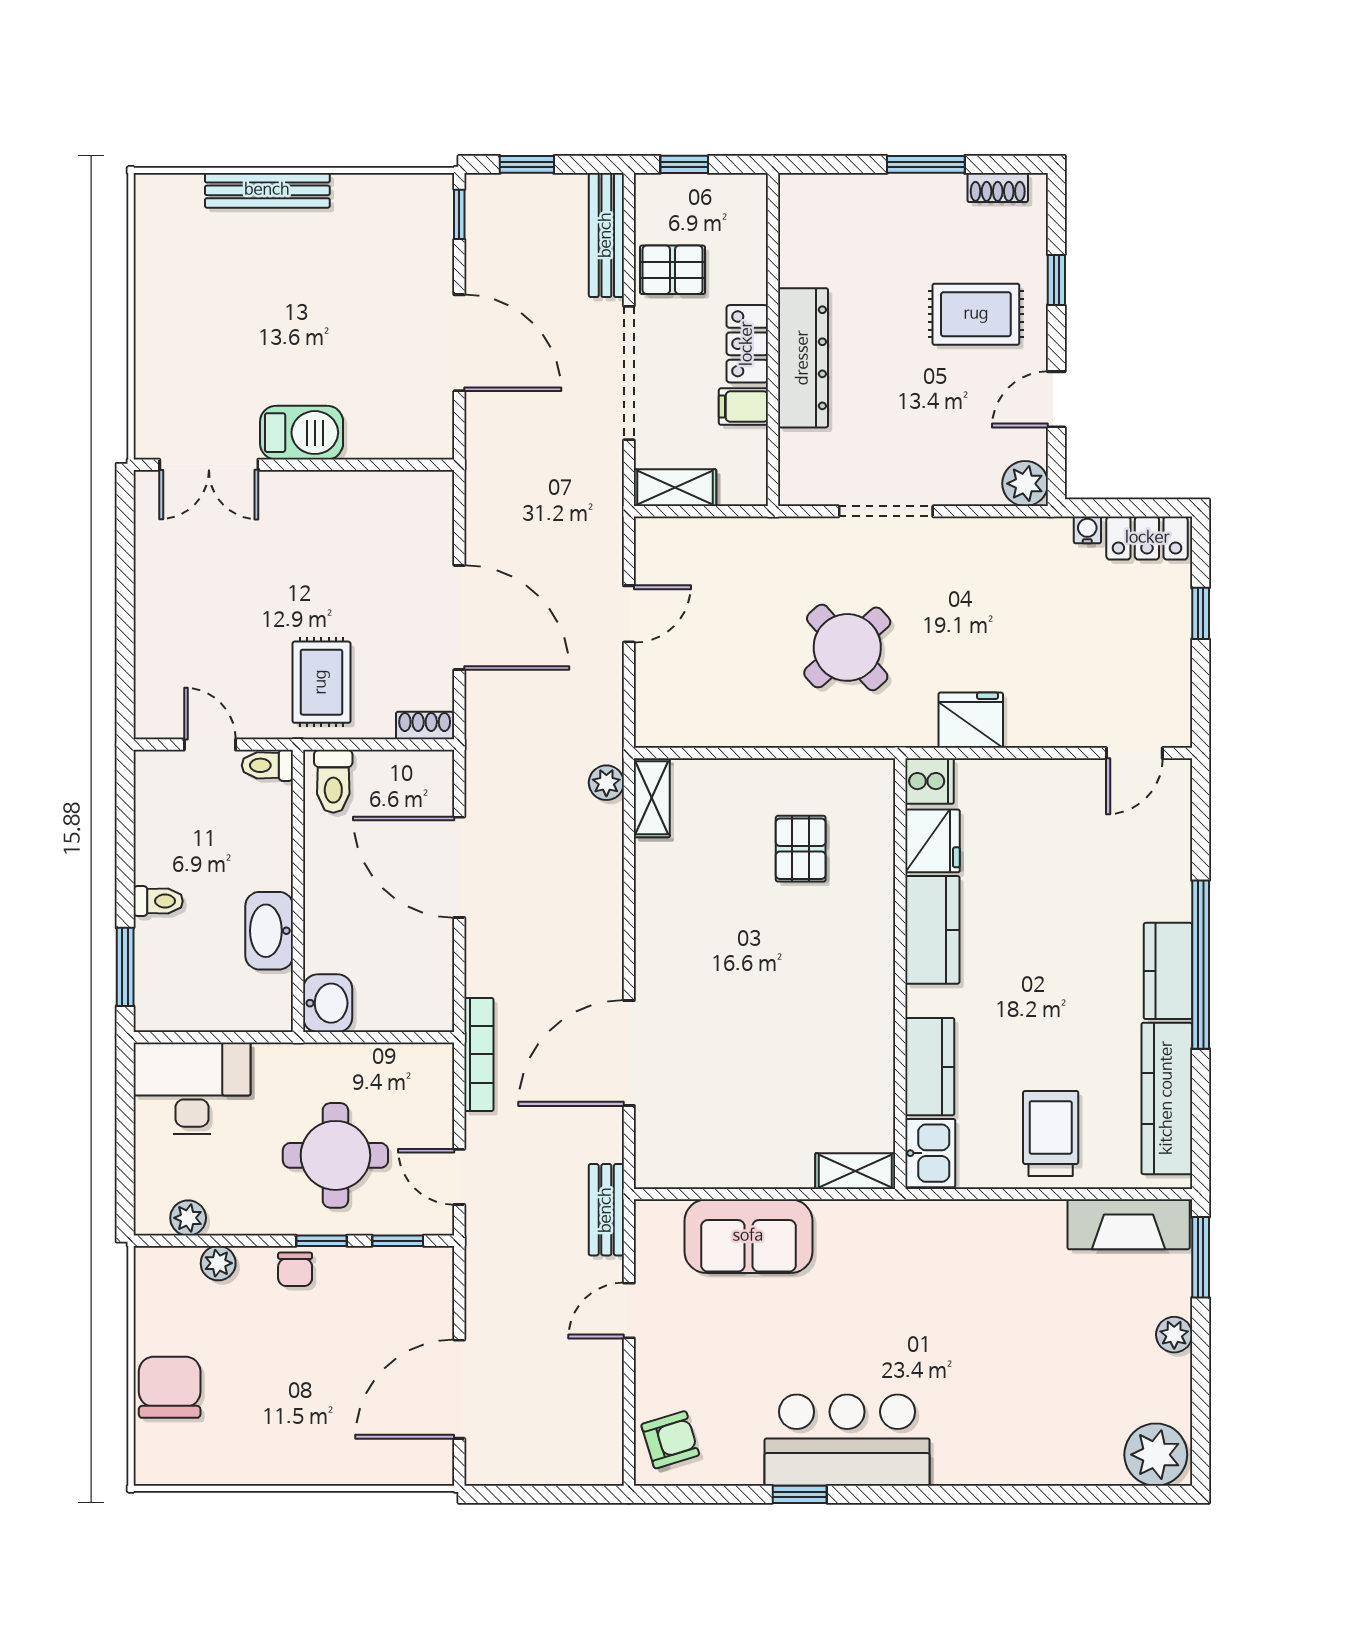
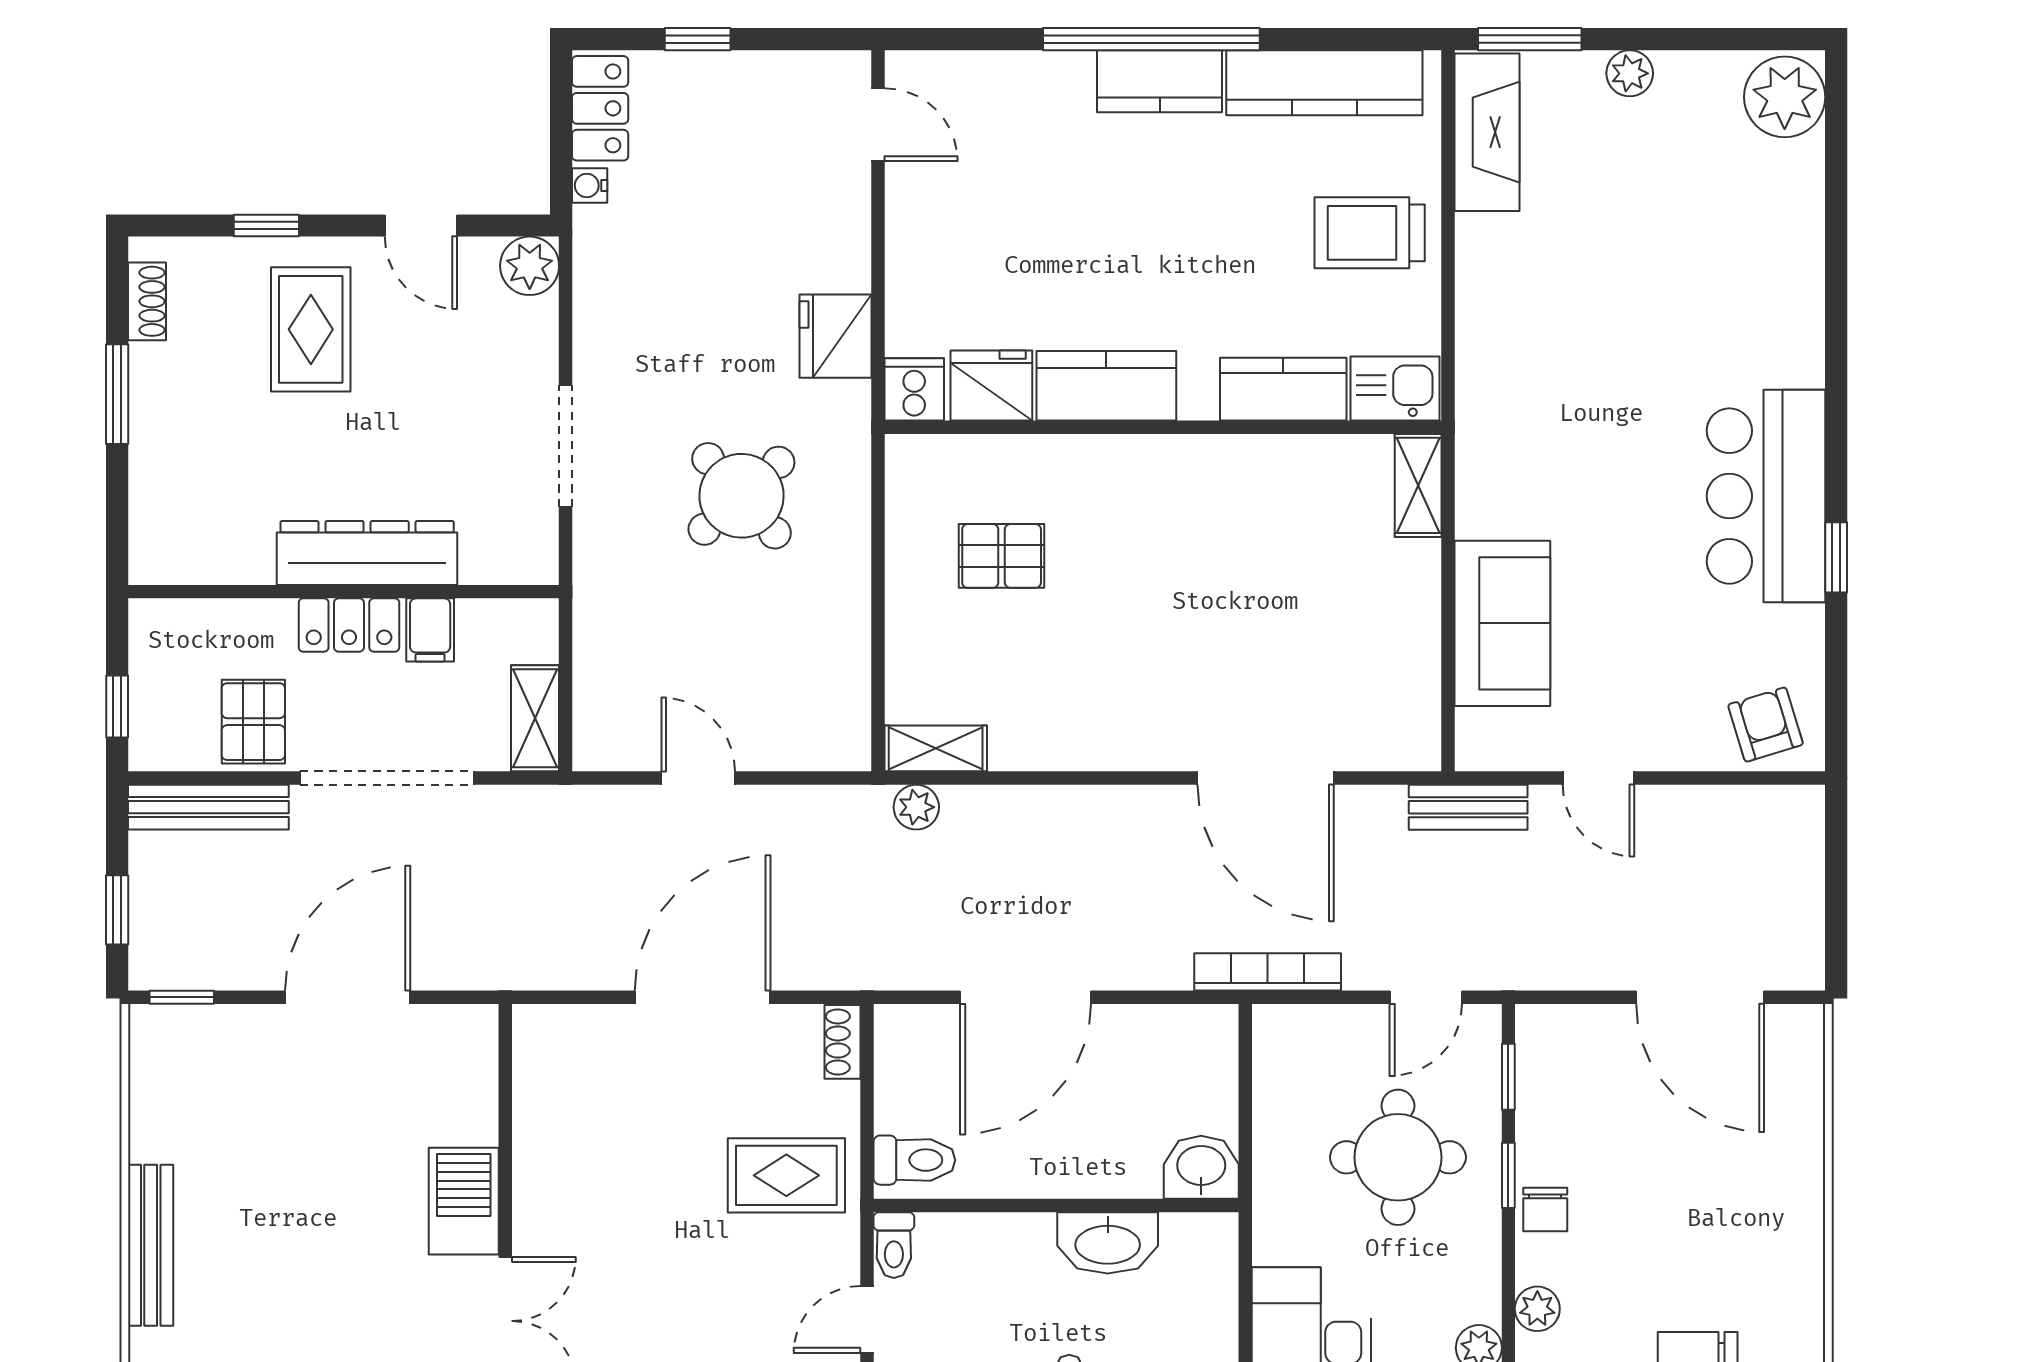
chair: (295, 1269) -> (1545, 1209), turned 90

